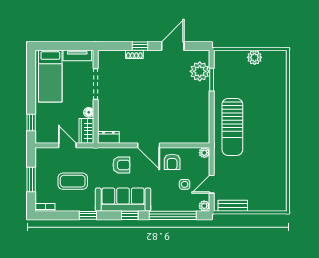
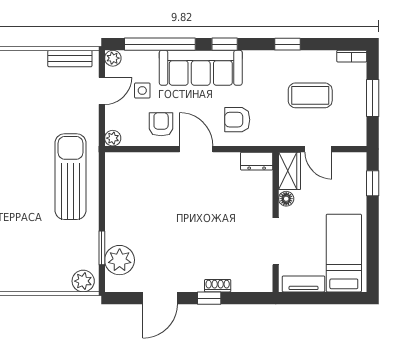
plant: (255, 57) -> (83, 281), moved
sofa: (123, 200) -> (201, 68), moved

